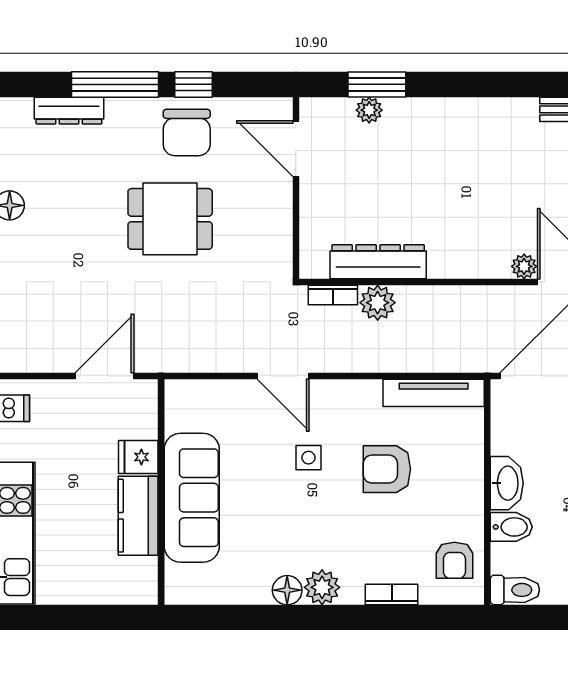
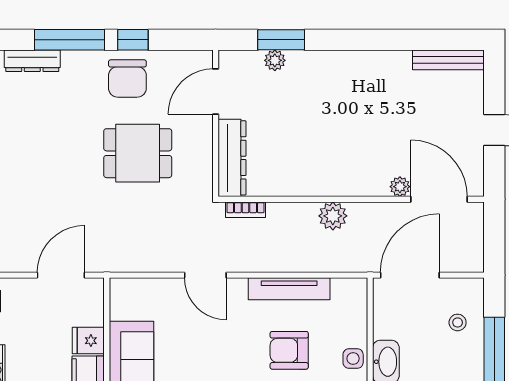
door: (296, 149) -> (216, 91), hinge flipped
dining table: (170, 219) -> (138, 153), moved
dresser: (378, 262) -> (232, 158), moved, turned 90
plant: (378, 303) -> (333, 216), moved
tv unit: (434, 393) -> (289, 289), moved
side table: (308, 458) -> (353, 359), moved

